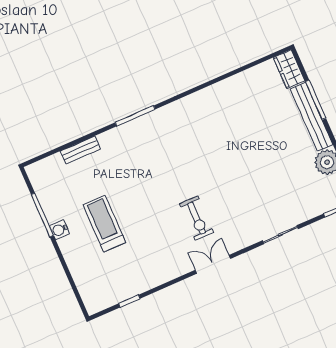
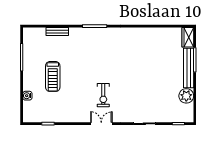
treadmill: (104, 224) -> (53, 77), turned 180
water cooler: (60, 230) -> (27, 96), moved

